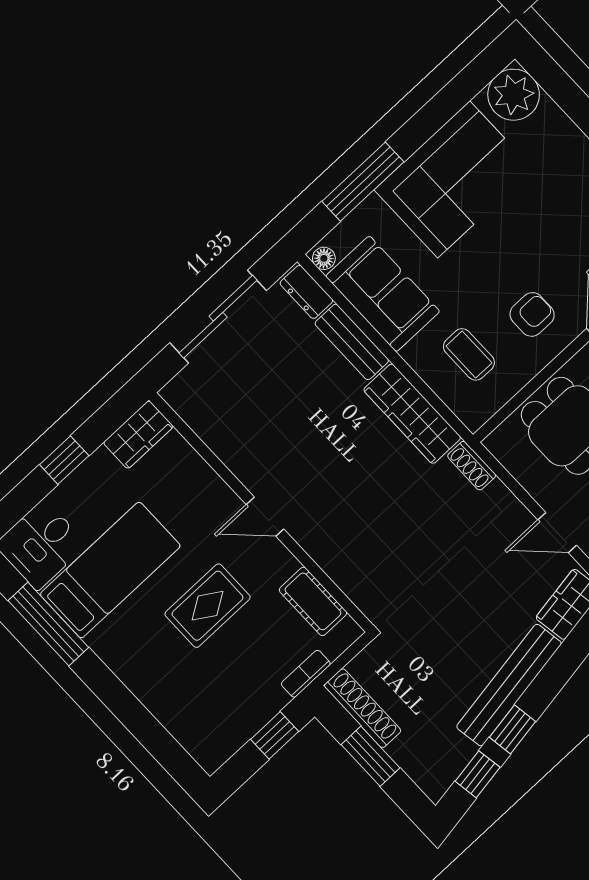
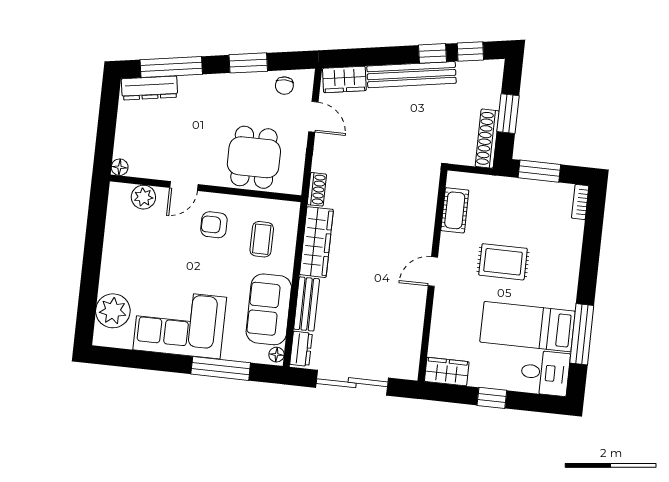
plant: (514, 95) -> (113, 311), moved
door: (265, 517) -> (433, 272), swing flipped
bookcase: (306, 674) -> (580, 202), moved, turned 90
window: (275, 735) -> (539, 171), width x1.50

